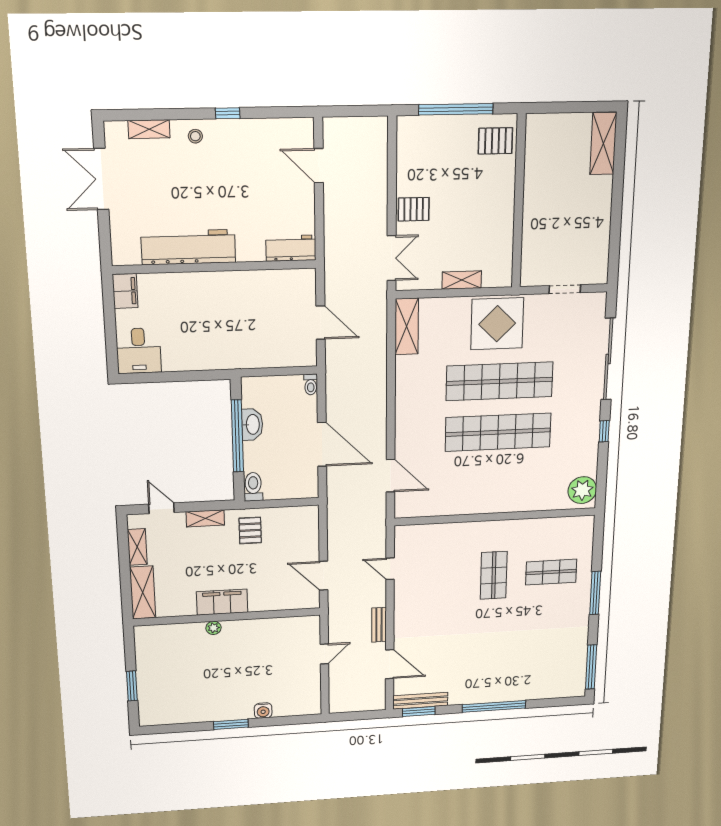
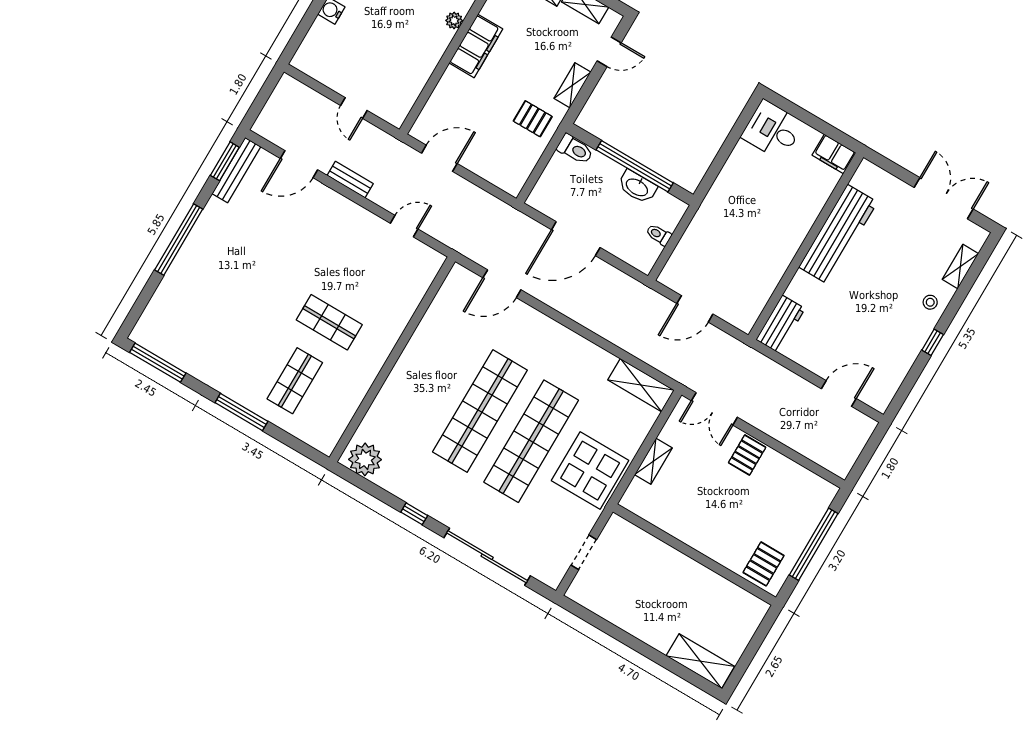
toilet: (311, 384) -> (659, 235), moved

